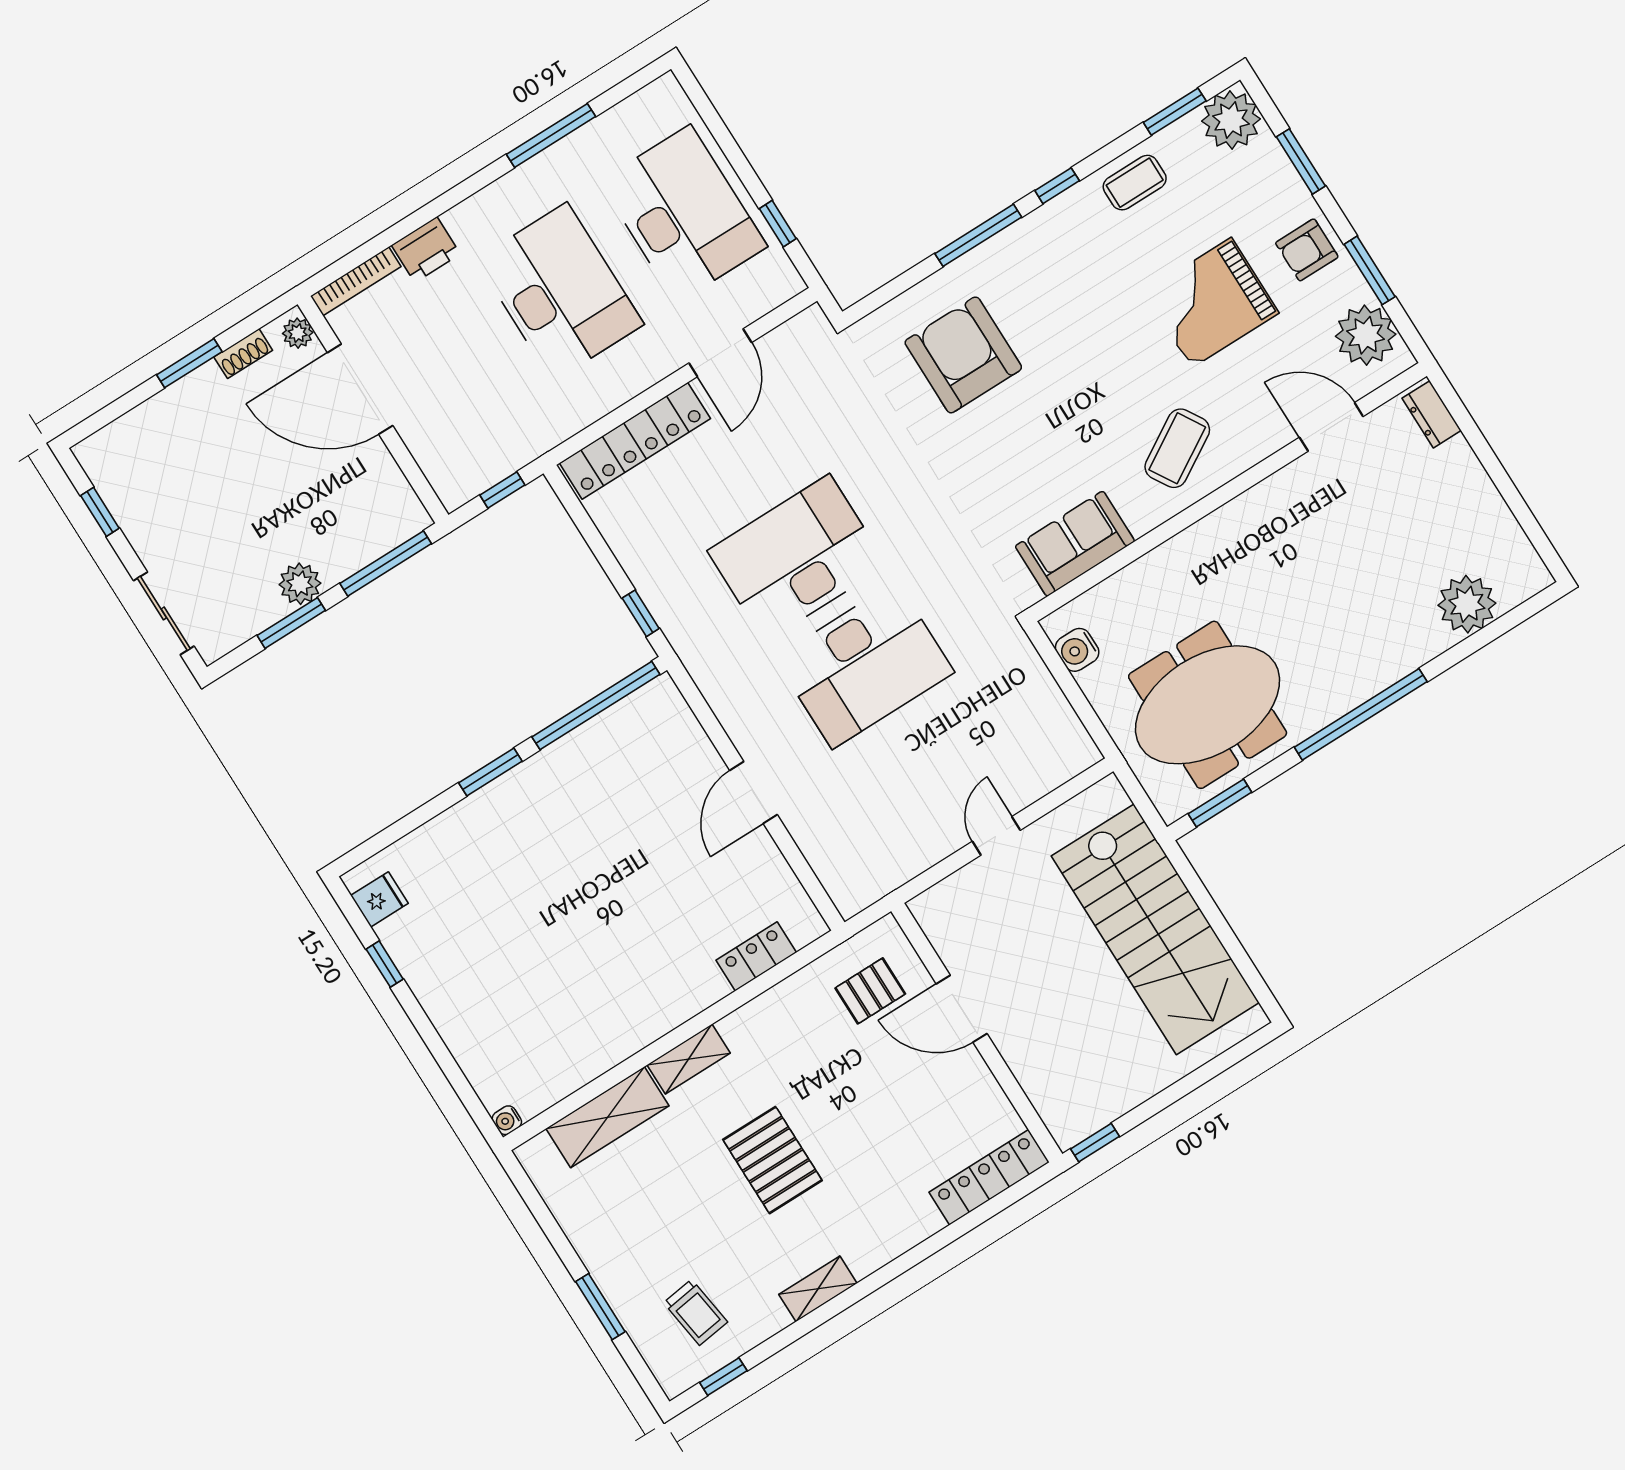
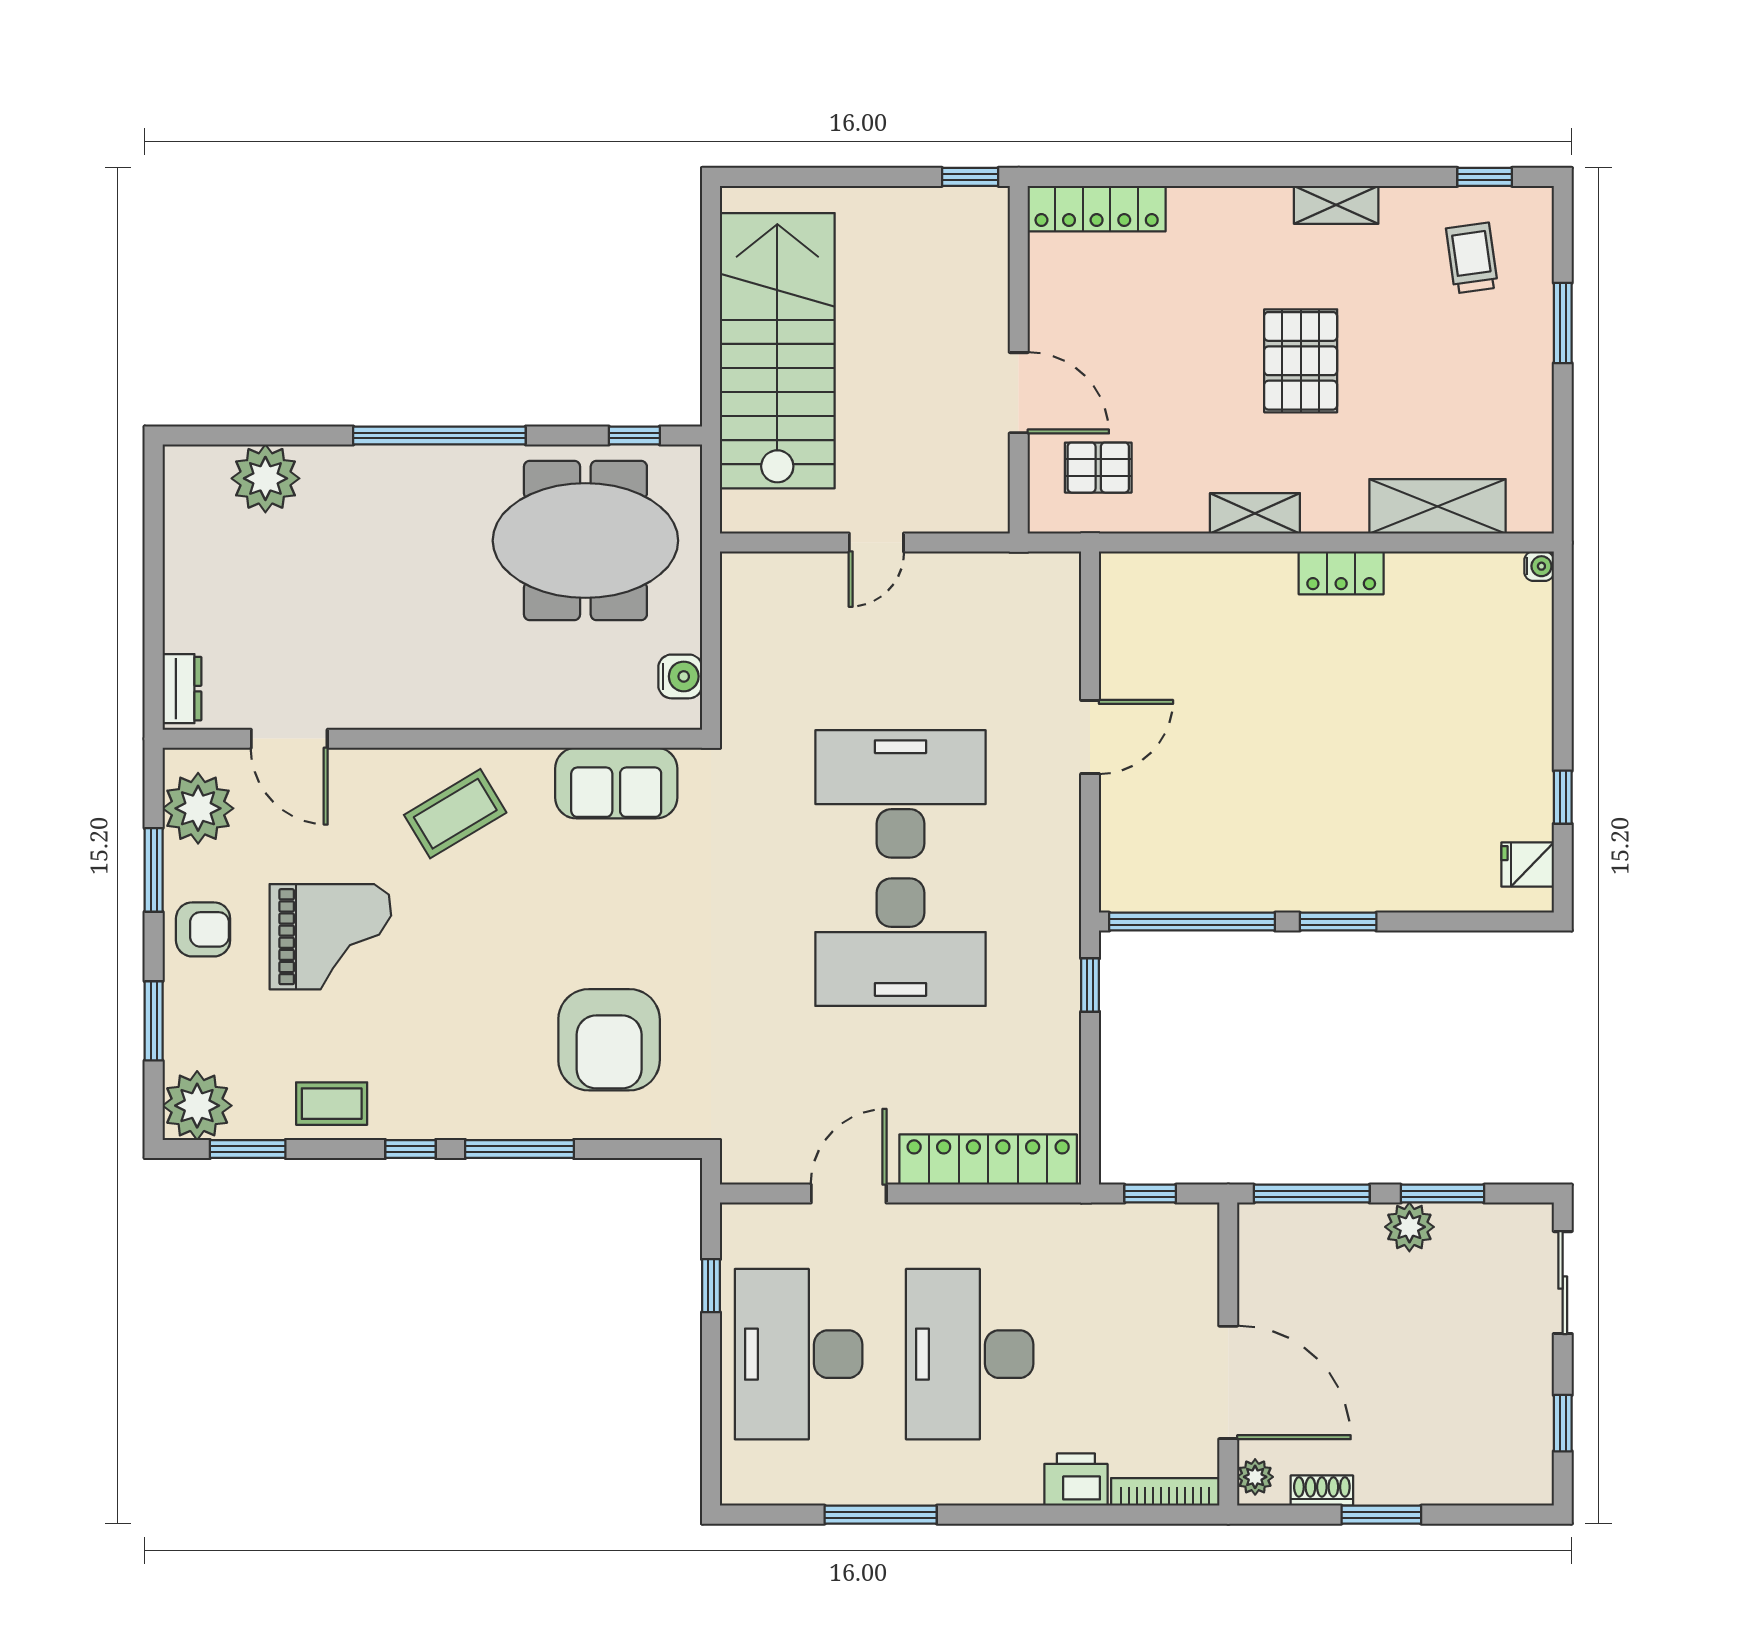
window: (1220, 803) -> (634, 436), width x0.67
locker: (756, 956) -> (1341, 573), moved
shelving: (689, 1059) -> (1255, 513), moved

